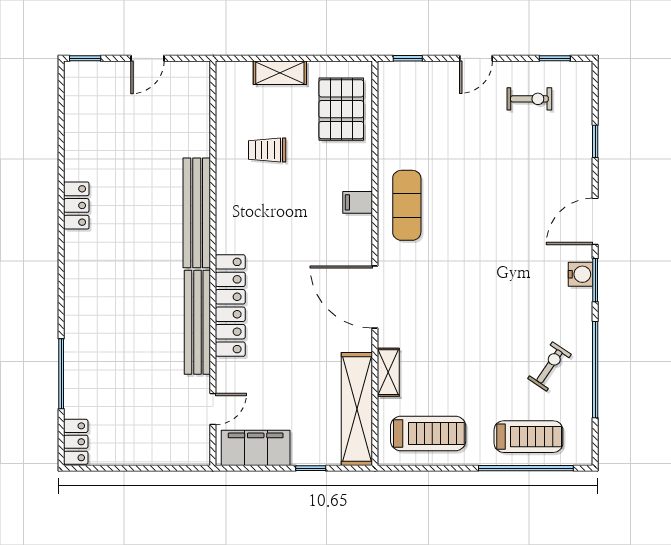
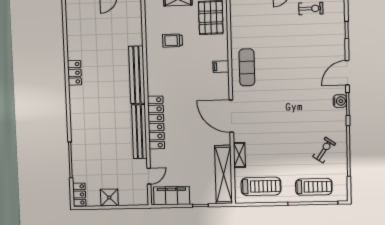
shower: (134, 449) -> (109, 198), added

